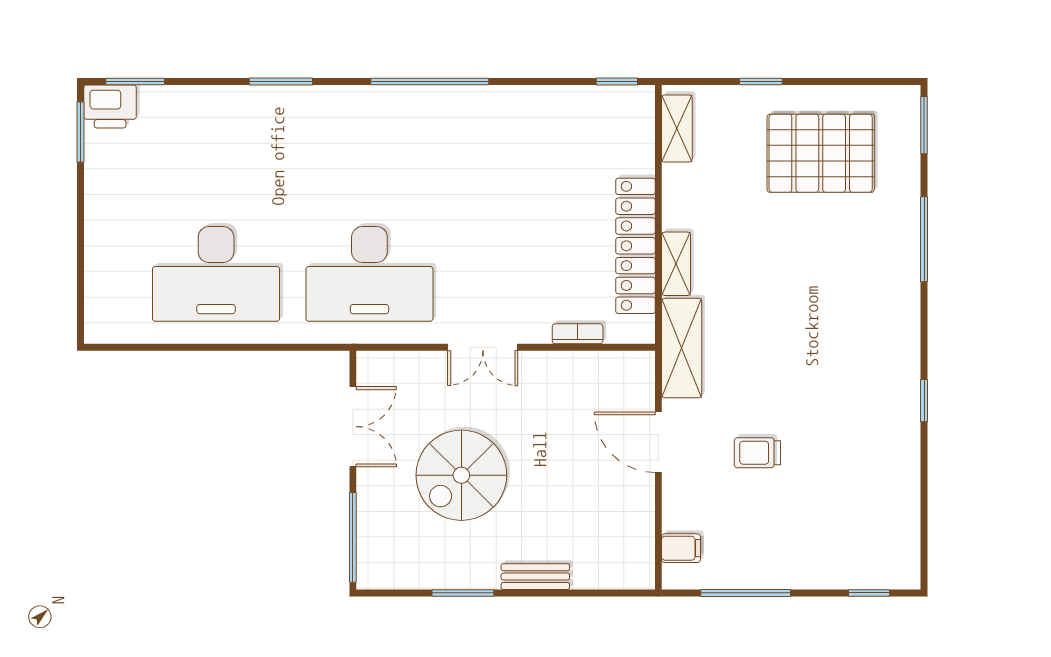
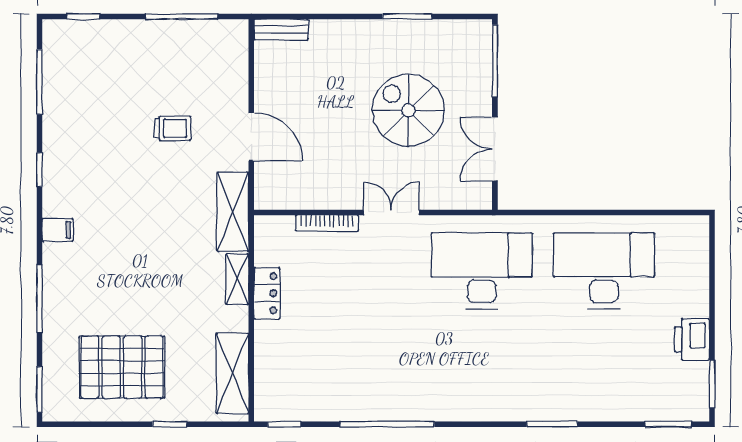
window: (430, 82) -> (387, 424), moved
printer: (110, 106) -> (692, 339), moved, turned -90
shelving: (677, 128) -> (233, 373), width x1.50, depth x1.33
locker: (635, 246) -> (267, 293), width x0.46, depth x0.83
bookcase: (578, 334) -> (327, 223), width x1.56
spiral stairs: (461, 475) -> (408, 110), turned -90
window: (924, 511) -> (40, 82), added
filing cabinet: (681, 548) -> (58, 230), moved, turned 180
bench: (535, 577) -> (281, 30), moved

